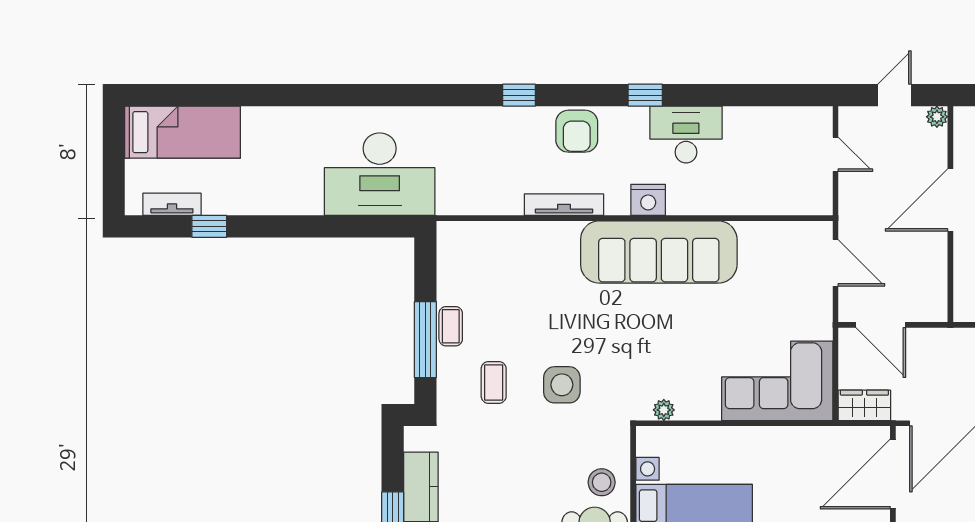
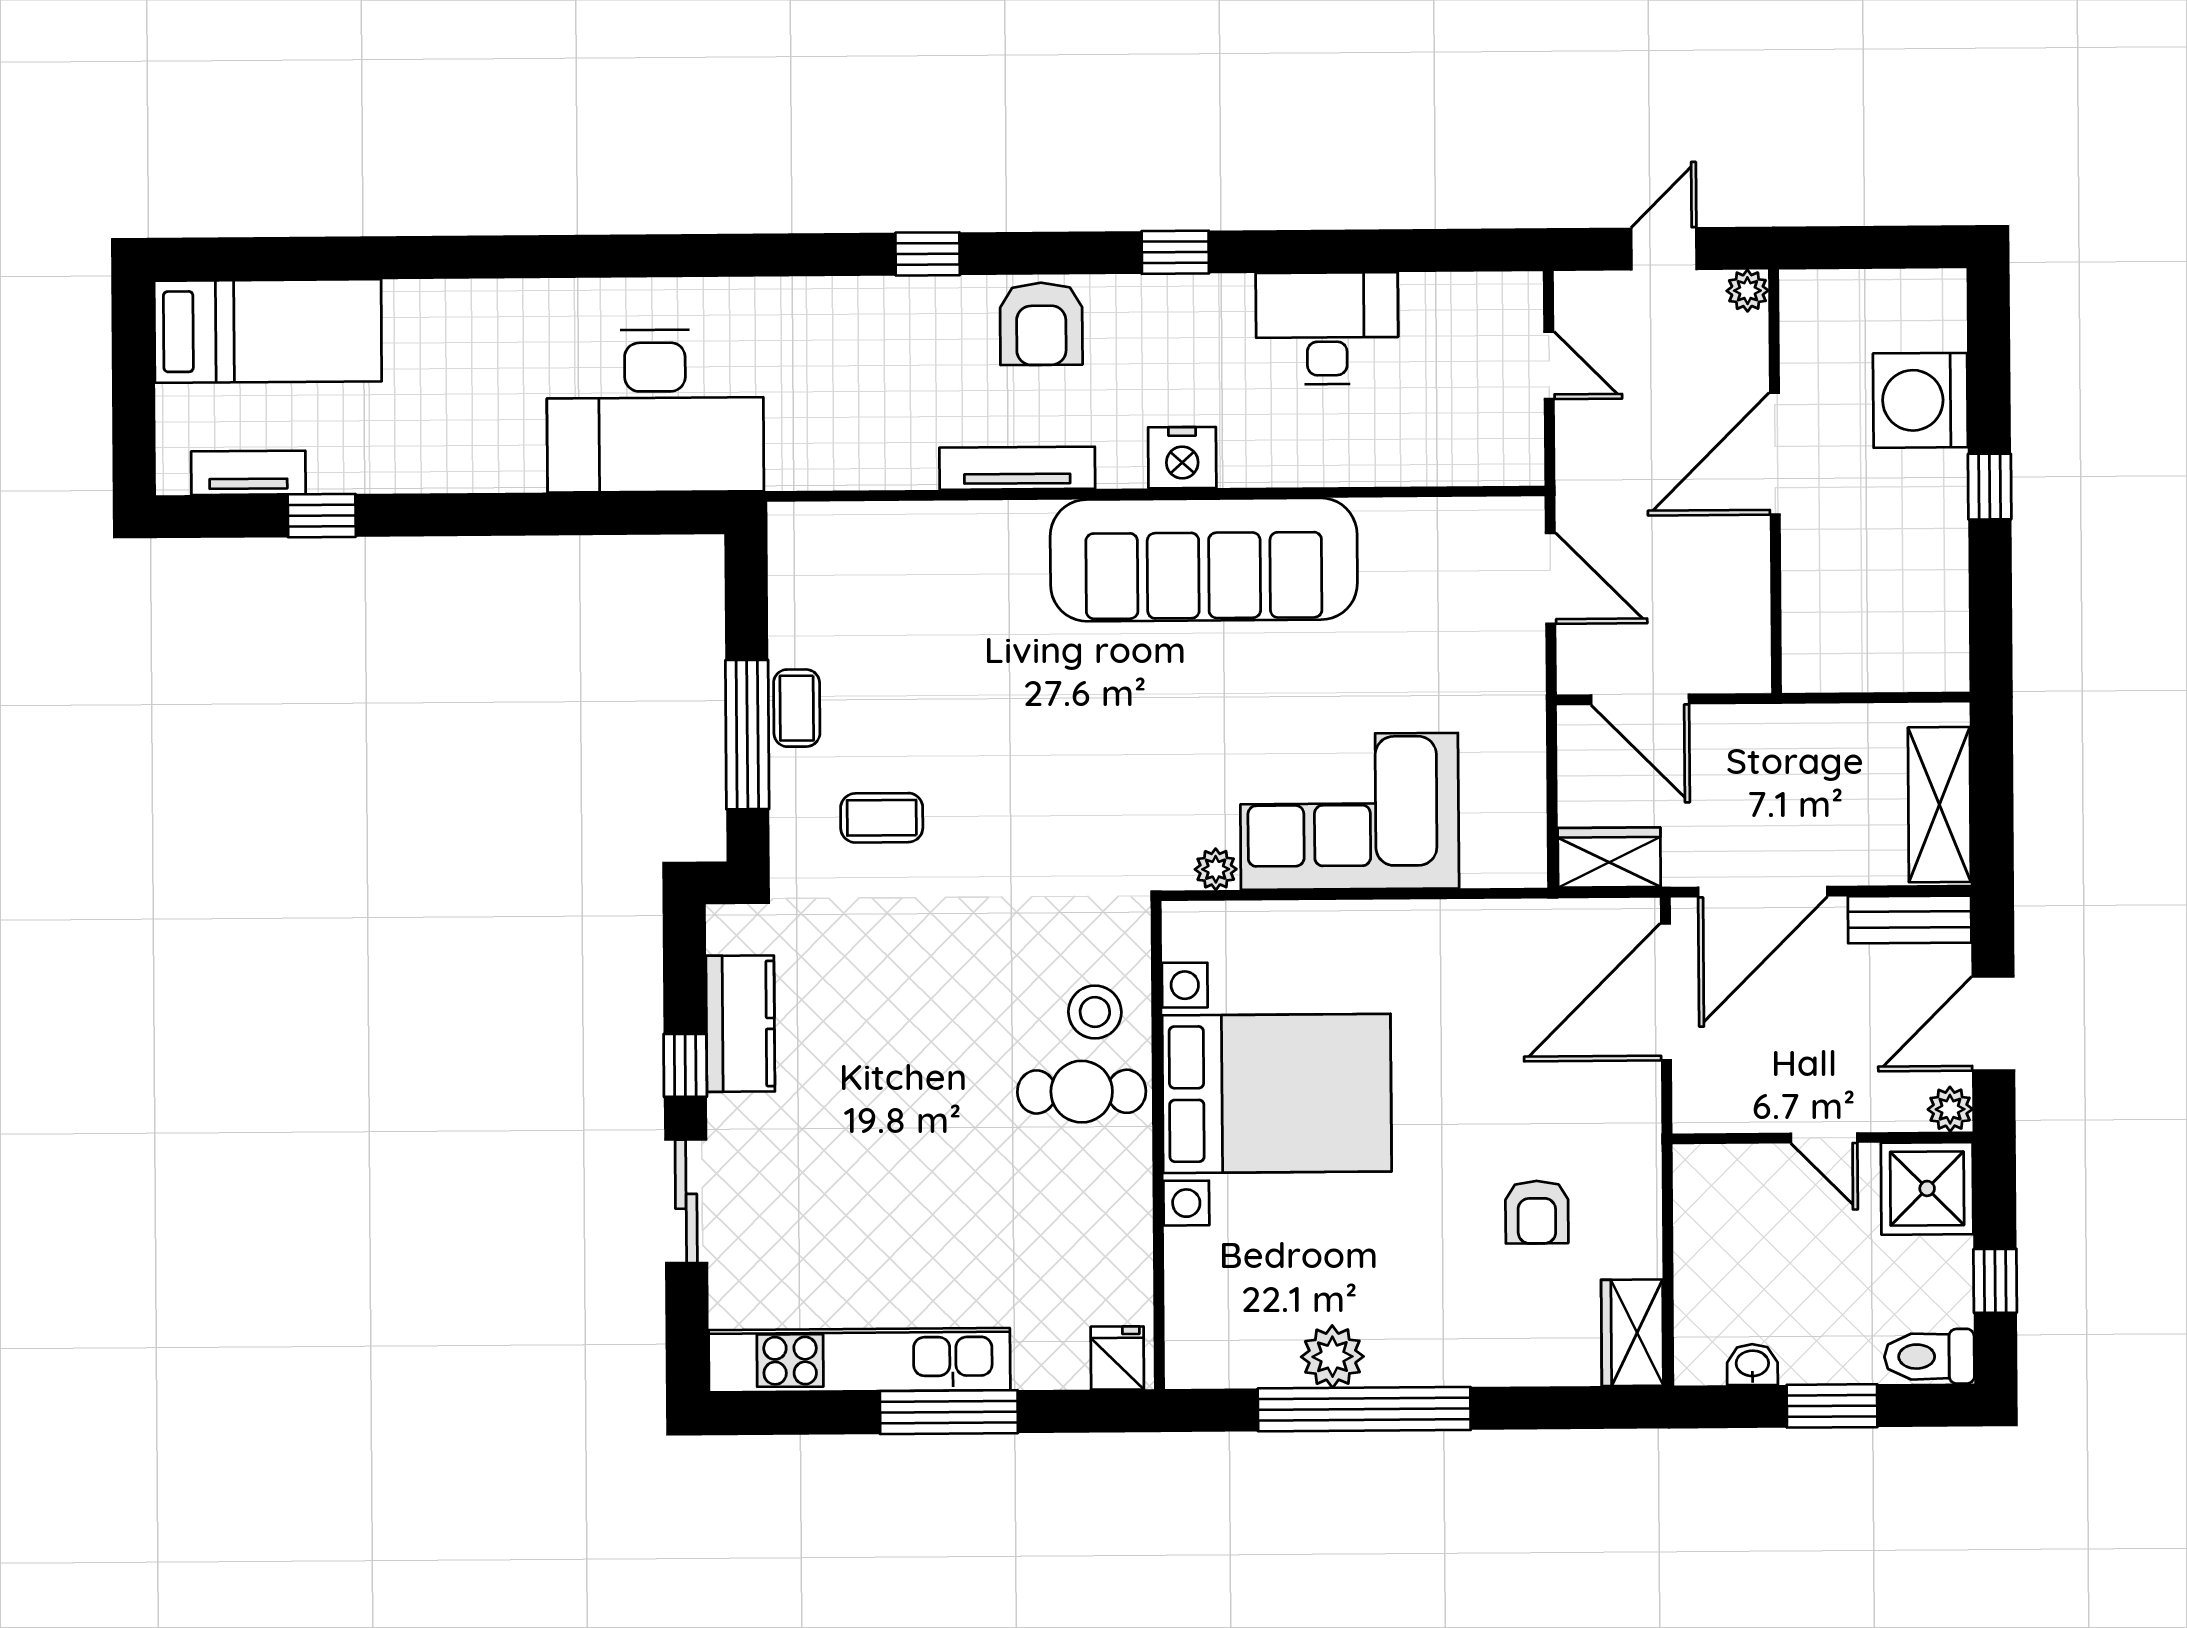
desk: (686, 135) -> (1327, 328), moved
corner sofa: (777, 381) -> (1349, 811), moved
coffee table: (494, 382) -> (882, 818), turned 90
side table: (562, 385) -> (1016, 821), removed

